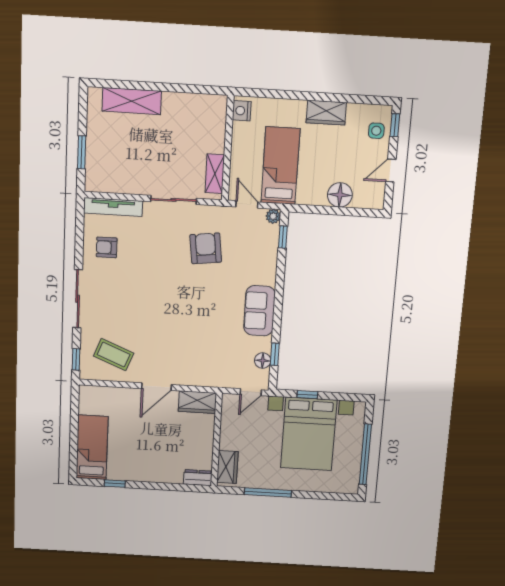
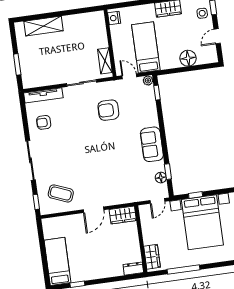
armchair: (206, 248) -> (108, 110), turned -83

